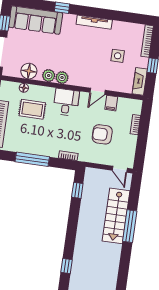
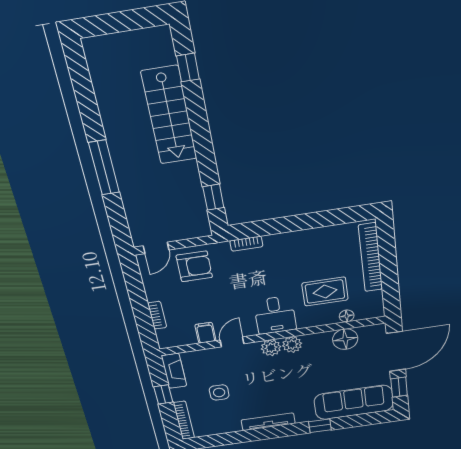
plant: (49, 76) -> (271, 348), moved
armchair: (102, 134) -> (194, 266), moved
window: (32, 159) -> (303, 222), removed
door: (120, 169) -> (156, 248), swing flipped
stairs: (116, 216) -> (169, 116), moved, turned 180

